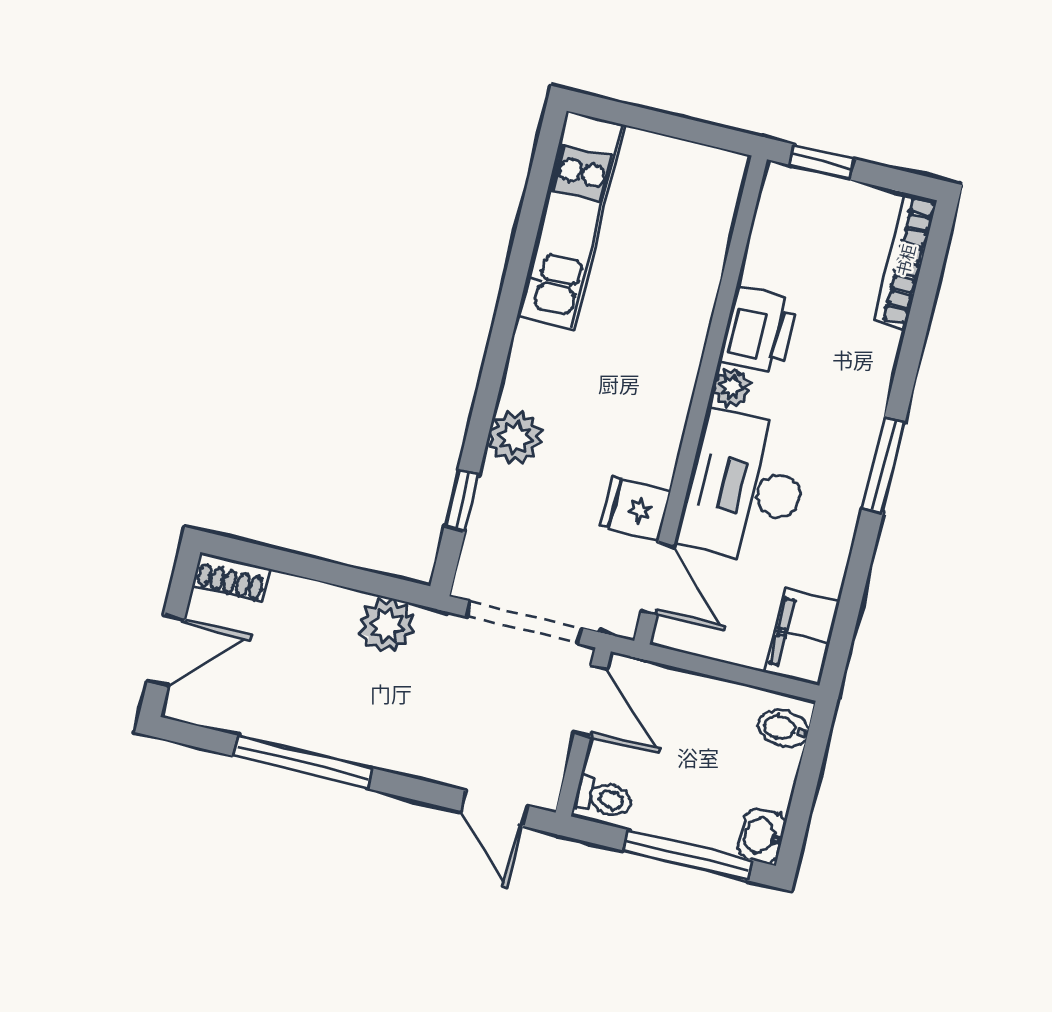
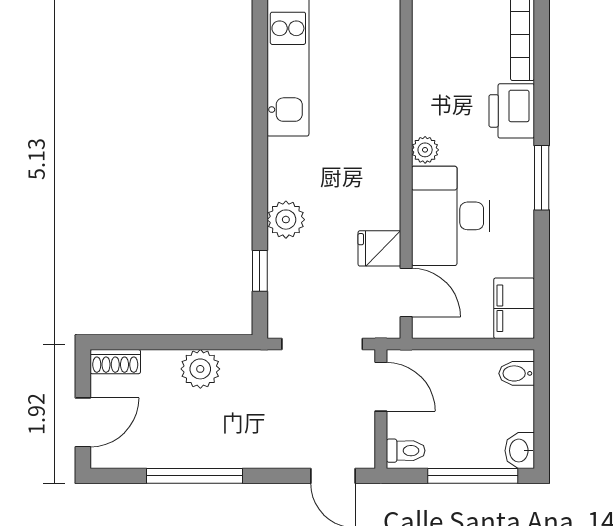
printer: (759, 330) -> (512, 111), moved, turned 180
plant: (387, 626) -> (200, 369), moved

